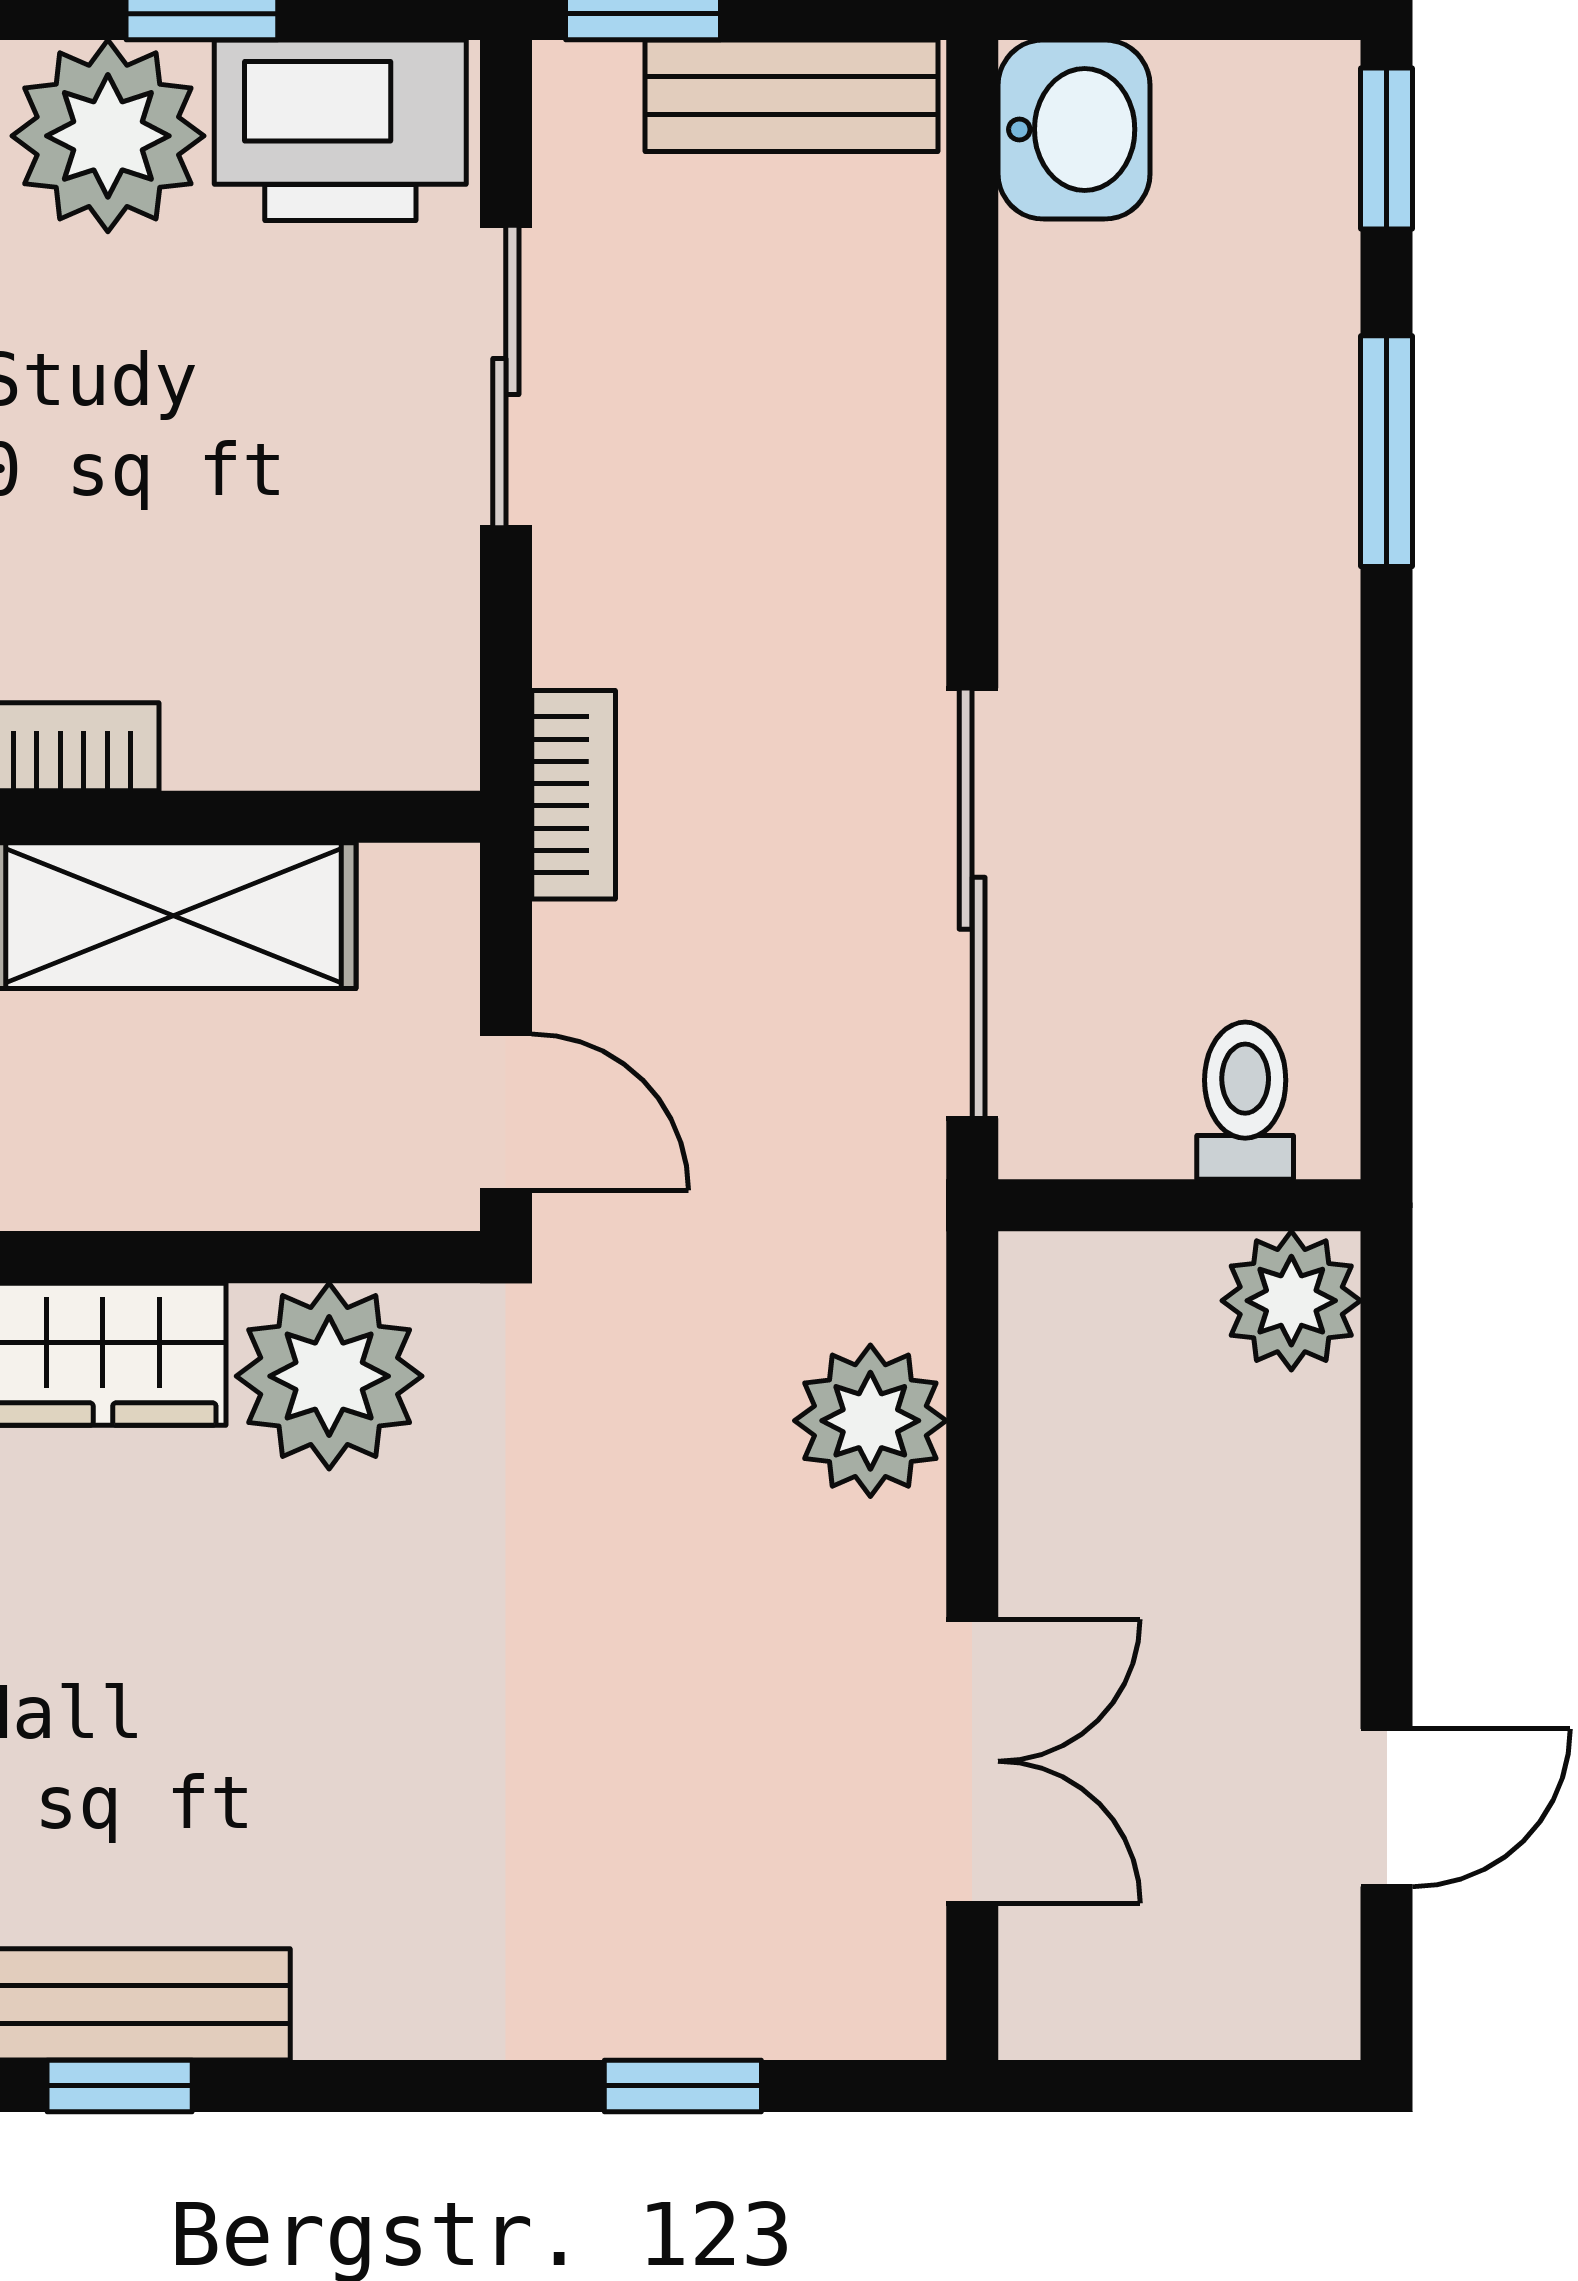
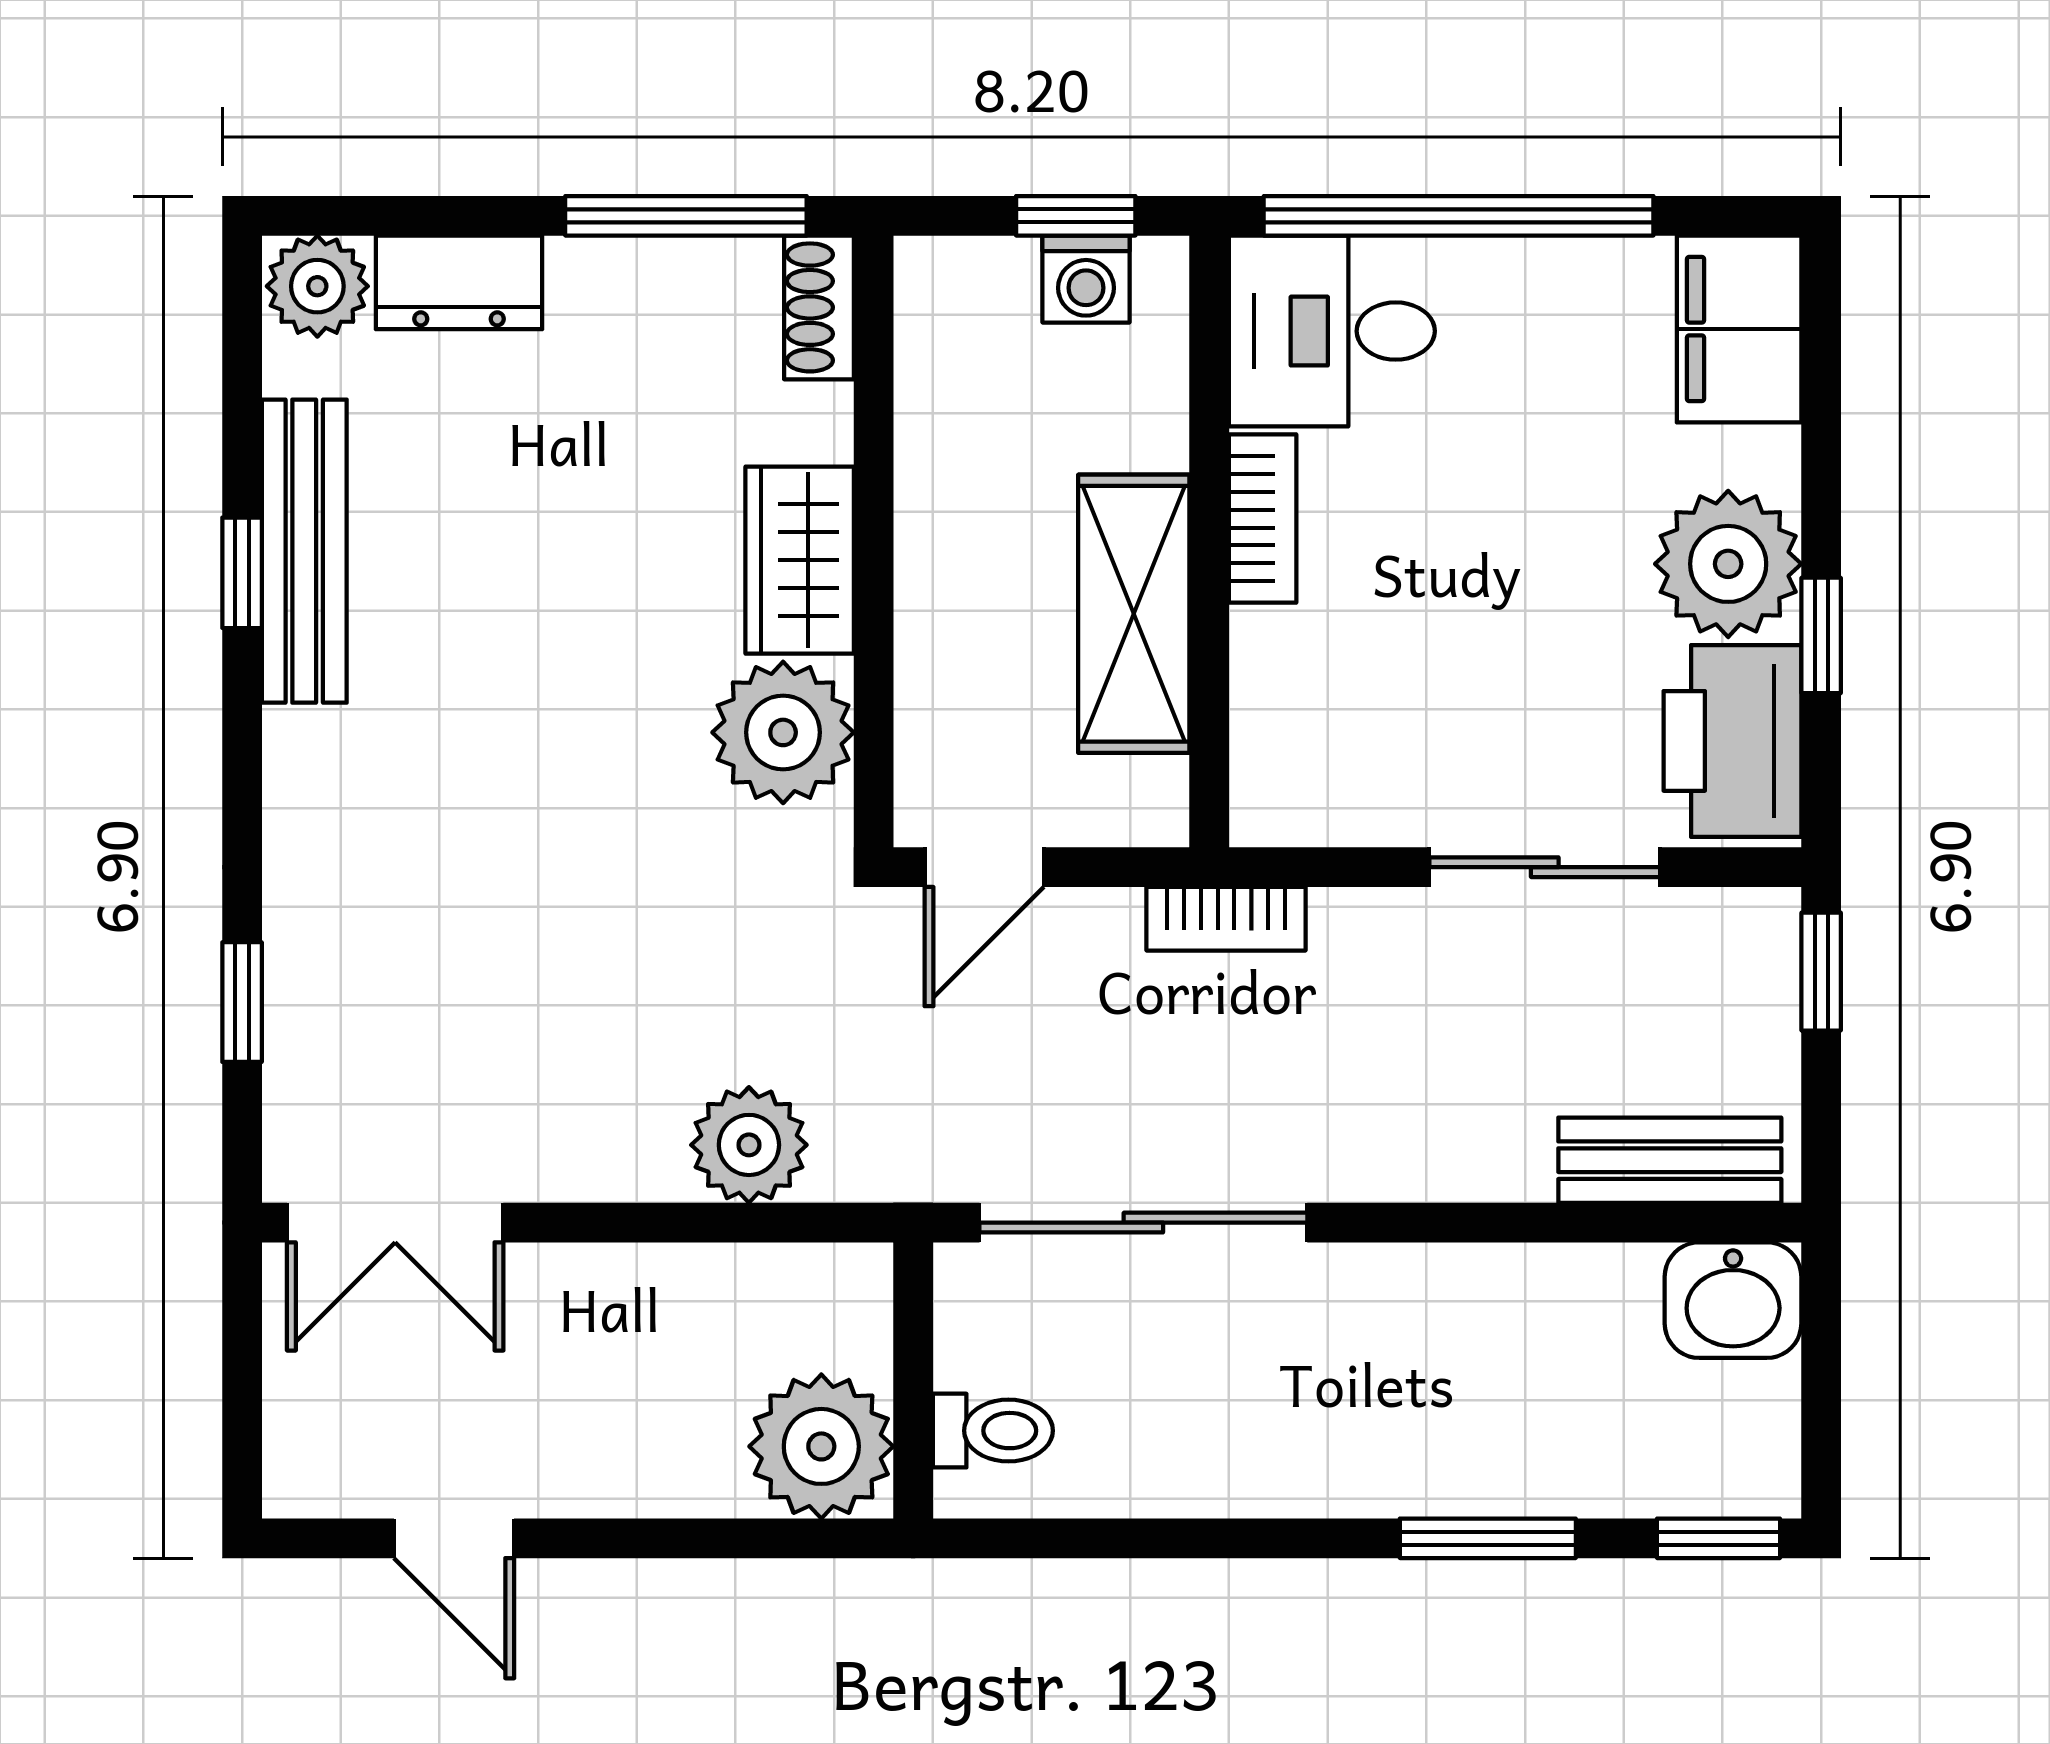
bench: (791, 96) -> (1670, 1160), moved, turned 90
plant: (1291, 1301) -> (821, 1446), width x1.36, depth x1.36
double door: (972, 1761) -> (395, 1223), moved

